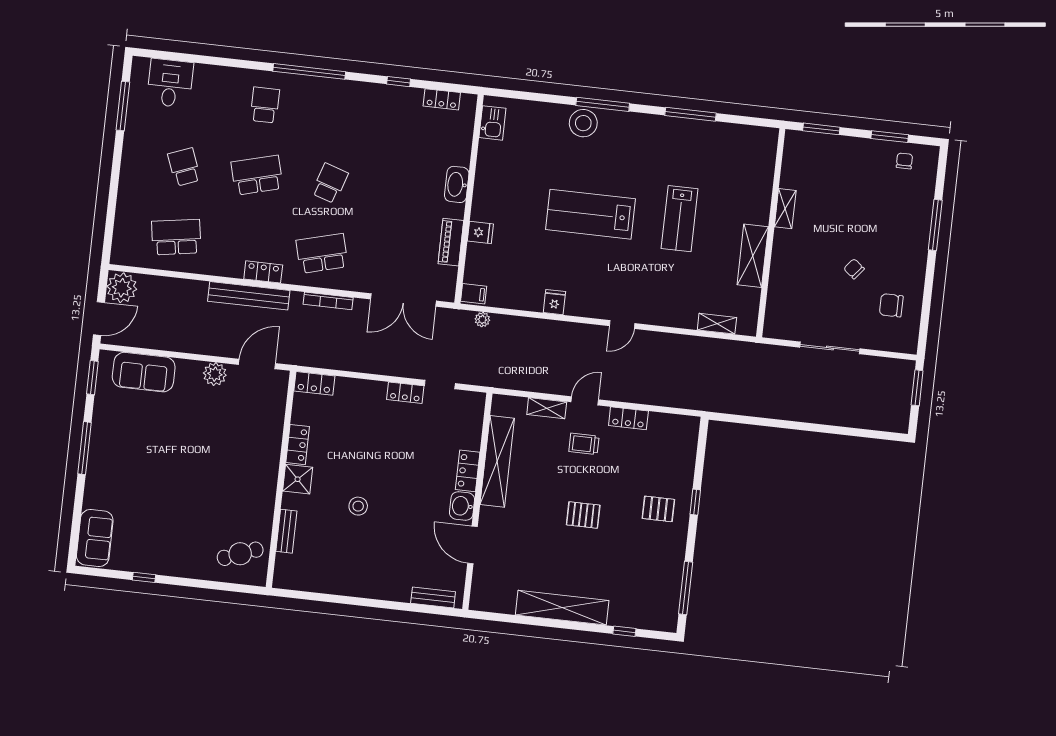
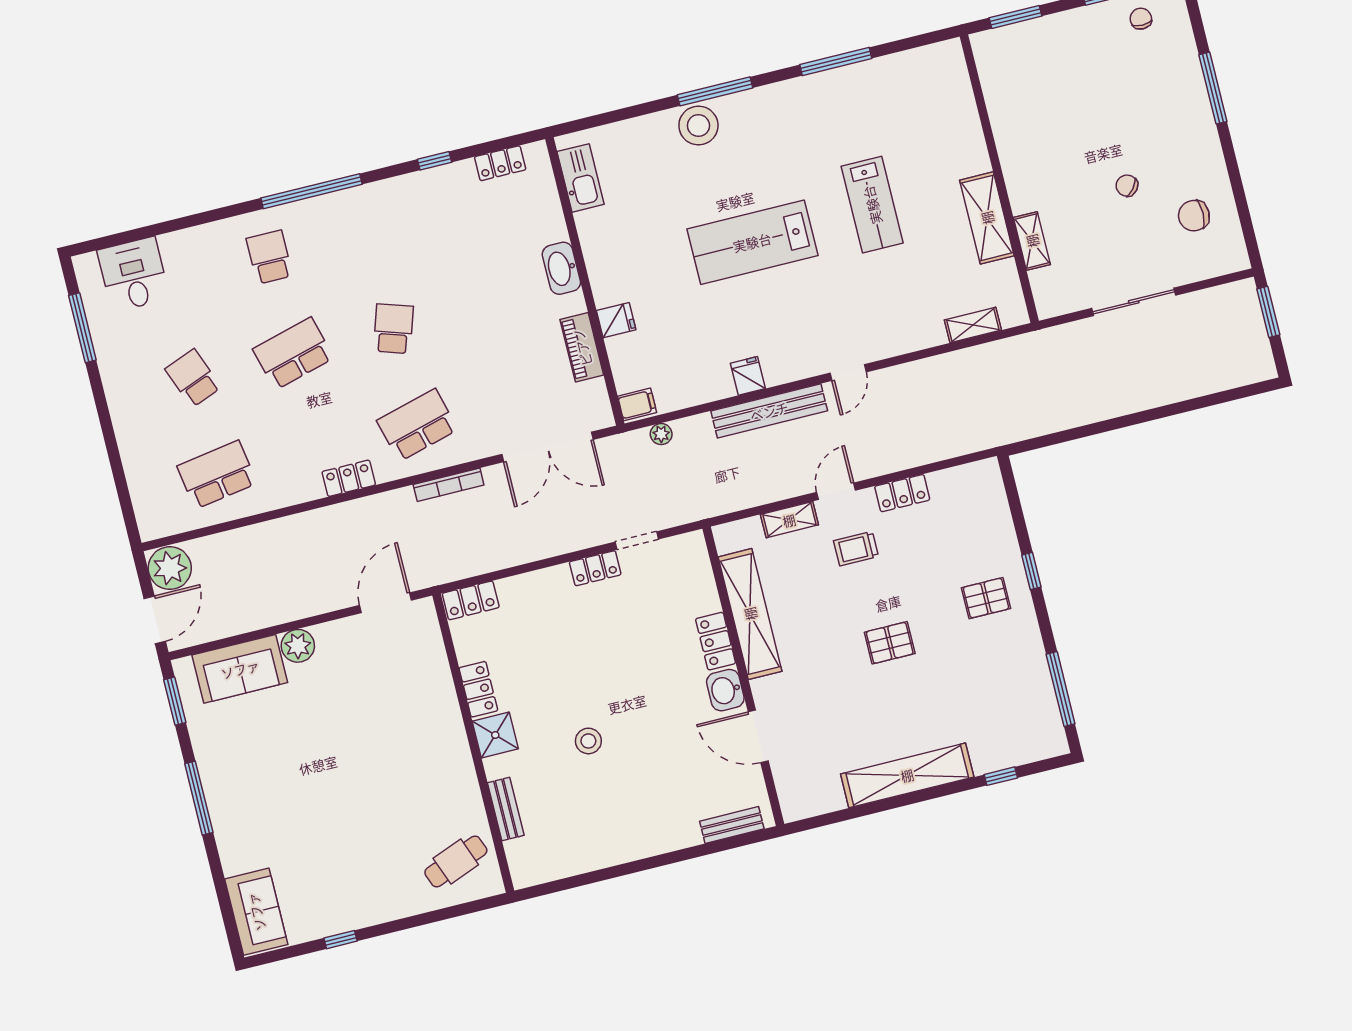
kitchen sink: (492, 123) -> (581, 178), width x1.38
shelving: (785, 209) -> (1032, 241), moved
bench: (249, 296) -> (769, 411), moved
plant: (215, 374) -> (298, 646), moved

